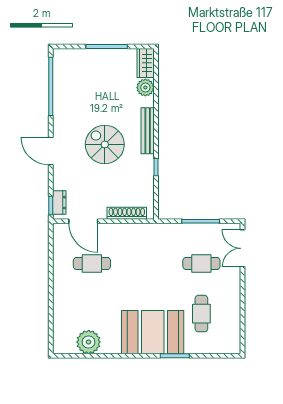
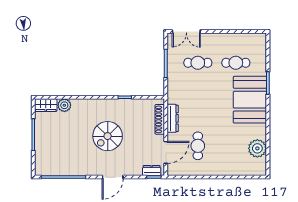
bench: (148, 131) -> (97, 104), removed
dresser: (128, 230) -> (173, 118), added
cafe table: (201, 263) -> (198, 63), turned 90

